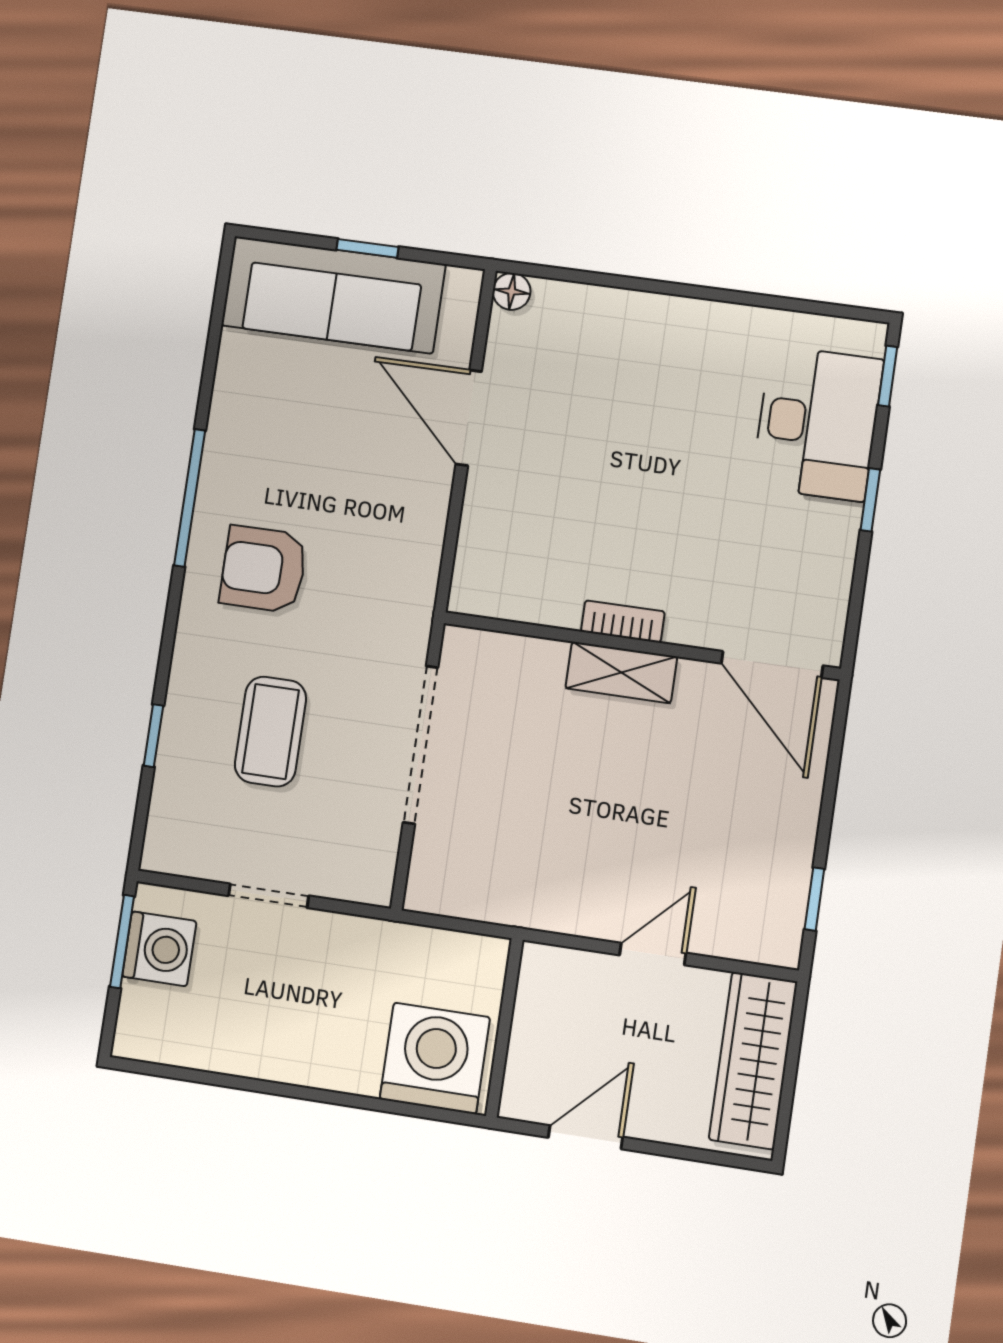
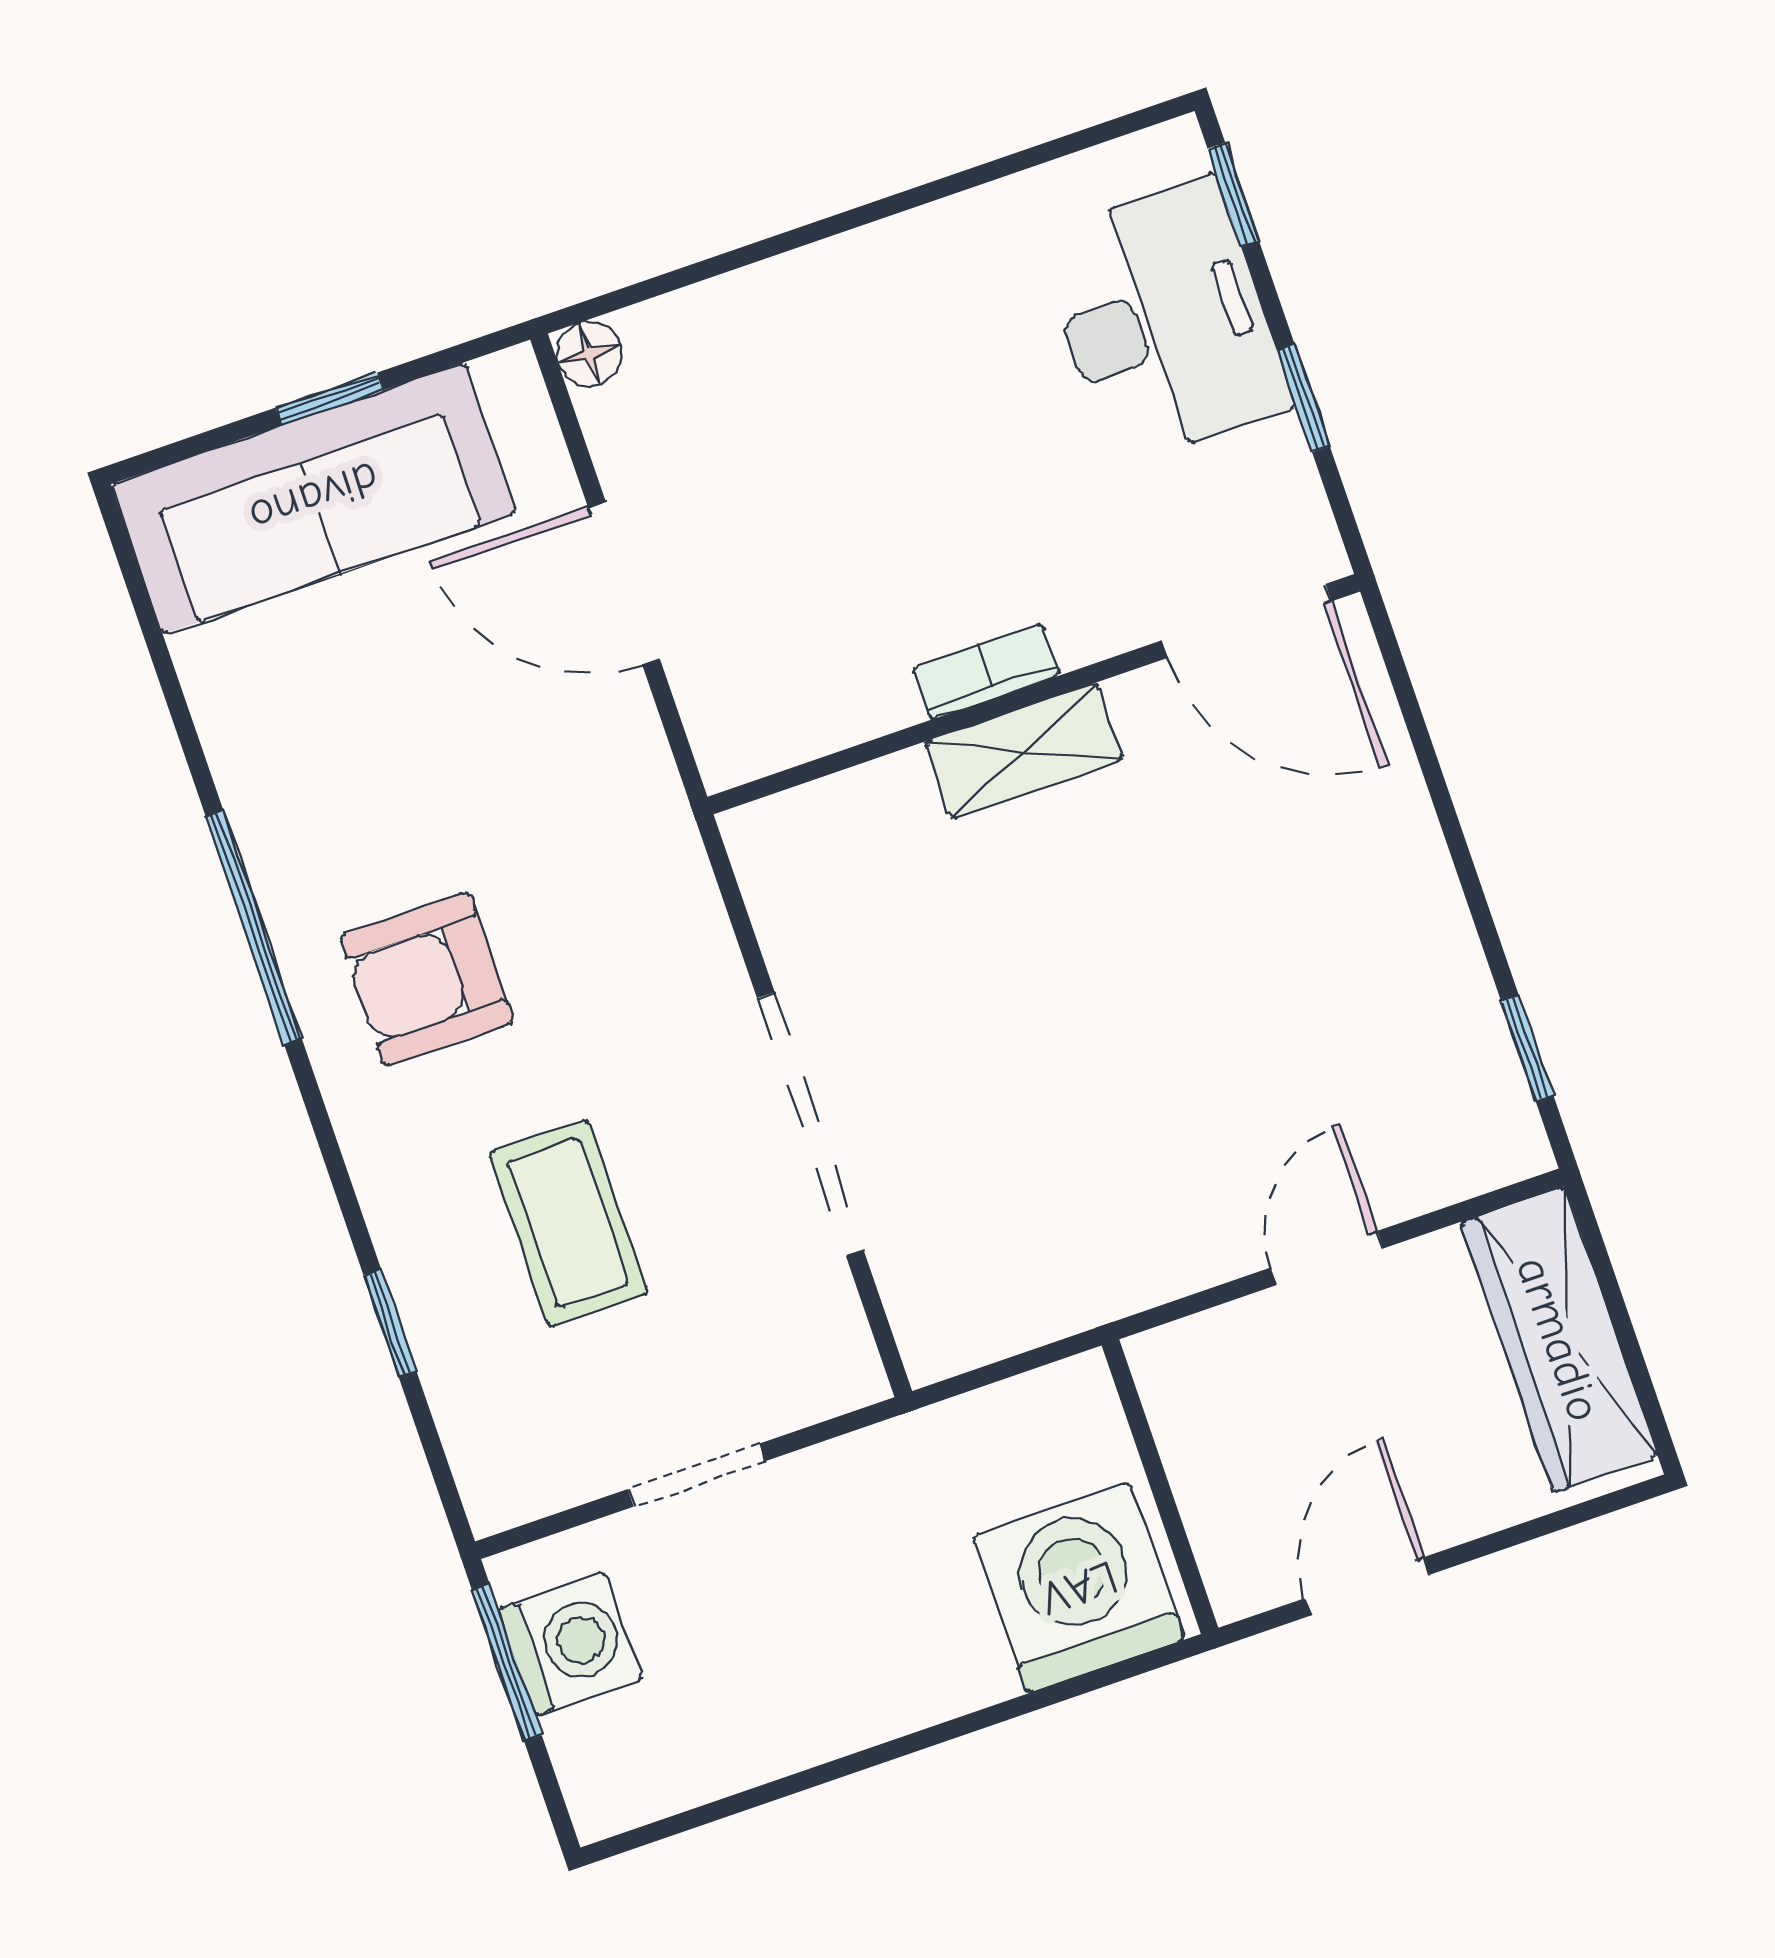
bookcase: (623, 622) -> (986, 672), moved
wall: (641, 646) -> (1034, 694), moved
door: (772, 664) -> (1247, 621), moved
shelving: (621, 672) -> (1024, 751), moved

